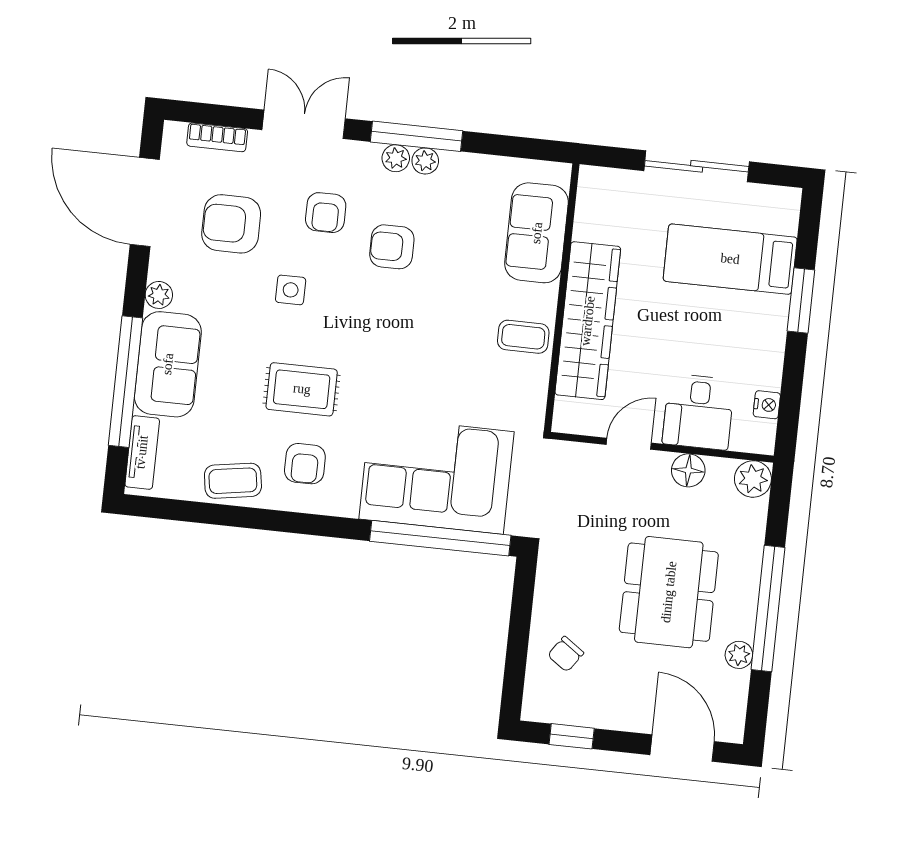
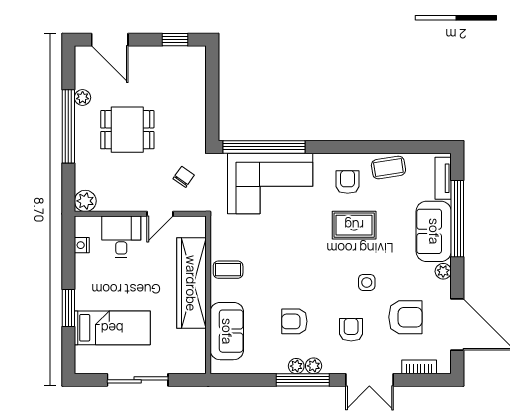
armchair: (392, 247) -> (294, 321), moved, turned 180
floor lamp: (688, 470) -> (124, 202), removed
dining table: (669, 592) -> (127, 130), width x0.73
chair: (566, 654) -> (184, 177), moved

